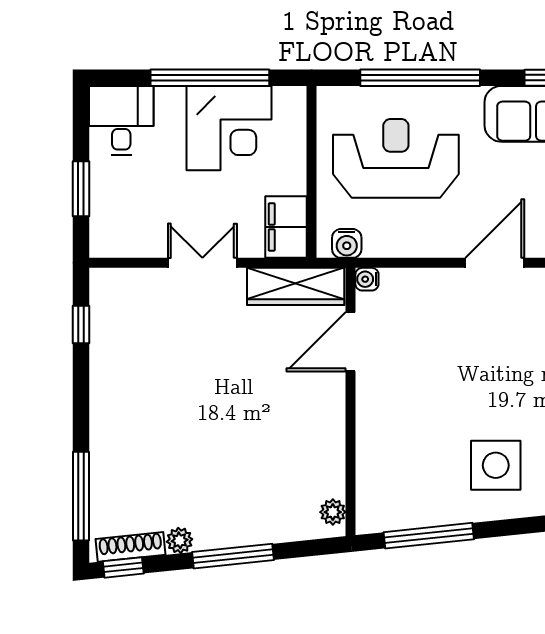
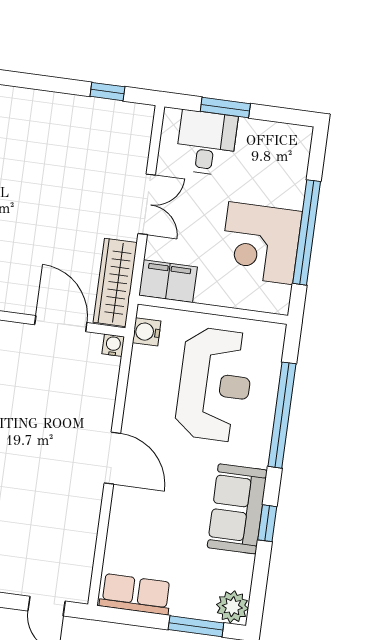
desk: (121, 120) -> (206, 143), moved, turned -90

